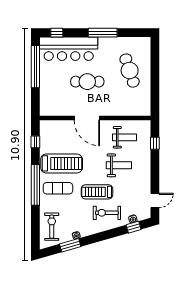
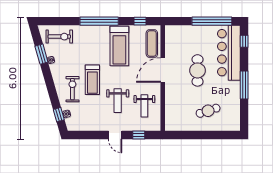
cafe table: (130, 71) -> (208, 111), width x0.73, depth x0.74
exercise mat: (58, 188) -> (152, 43), moved
treadmill: (97, 192) -> (92, 80), turned 180
door: (155, 201) -> (115, 135), moved

